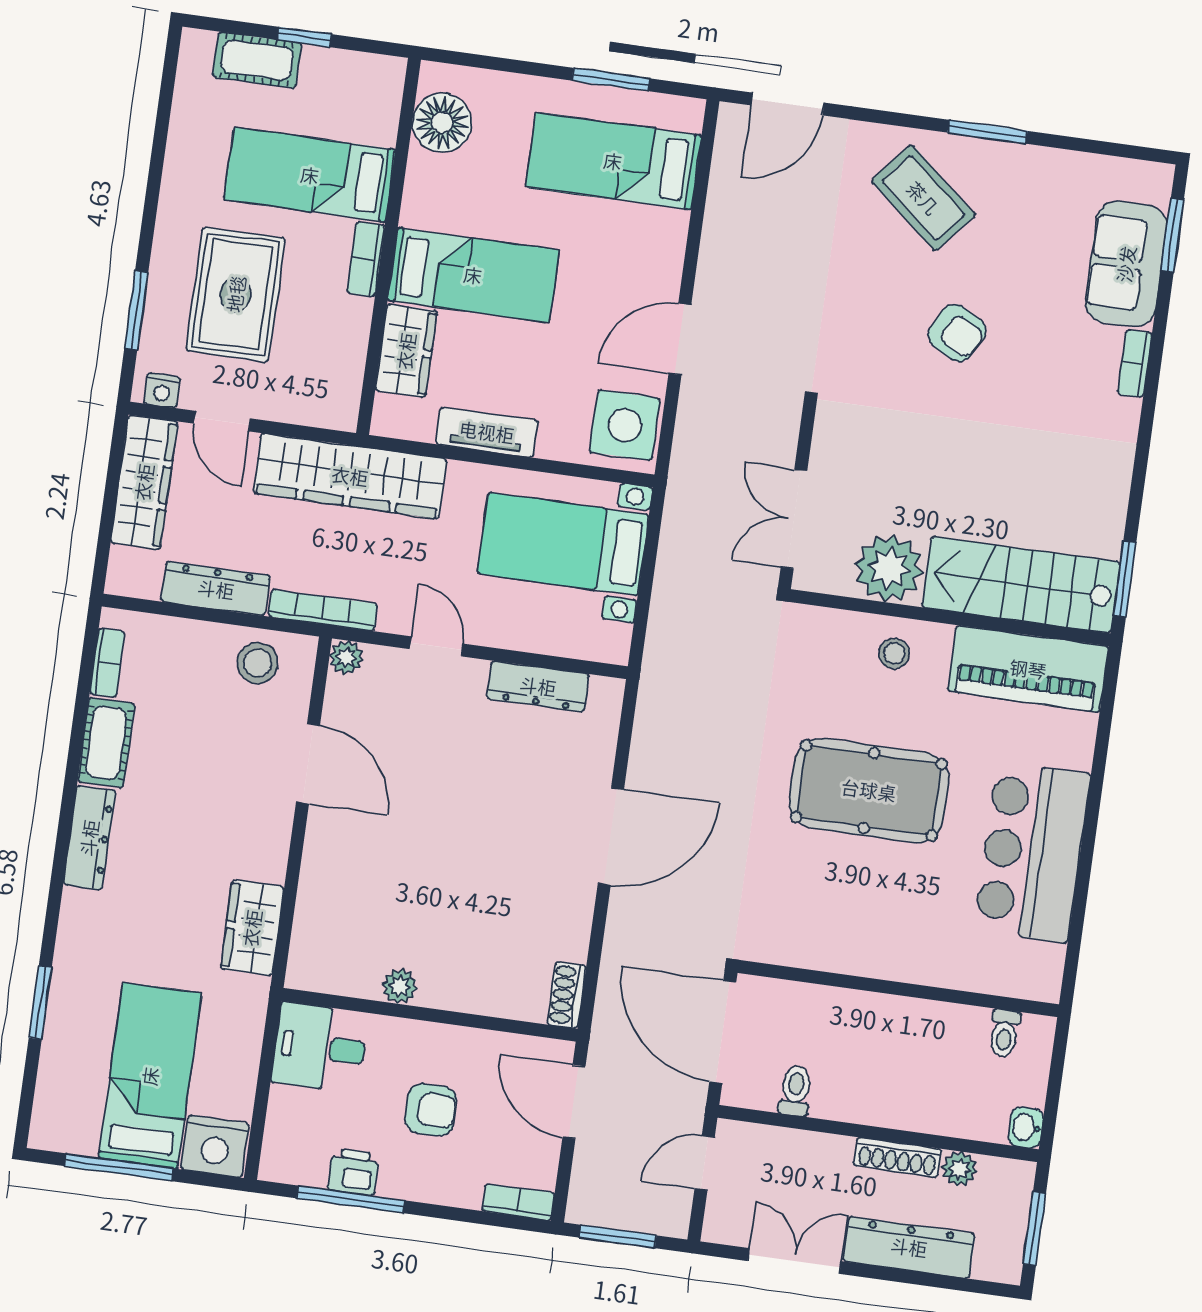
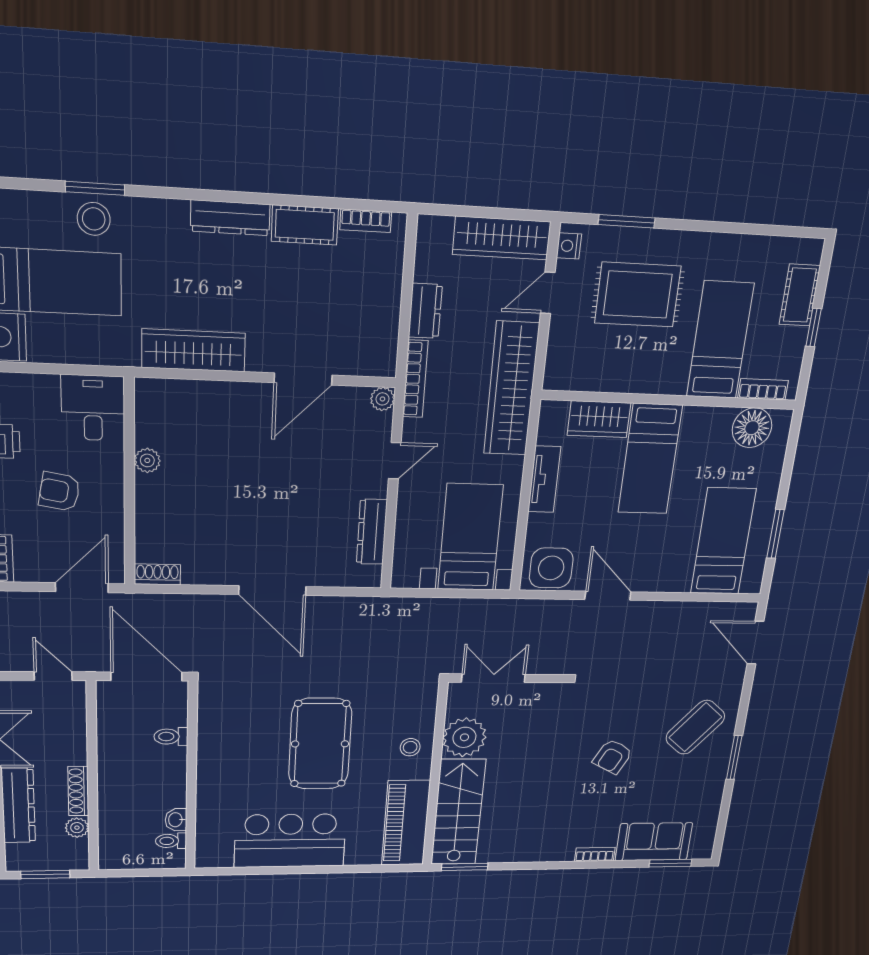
bookcase: (366, 259) -> (763, 389), moved
dresser: (216, 589) -> (425, 311), width x0.70
stool: (258, 663) -> (94, 219), moved
wardrobe: (252, 928) -> (194, 350), width x1.50
door: (723, 1032) -> (146, 676), hinge flipped
toilet: (795, 1091) -> (171, 737), moved, turned 180
armchair: (431, 1110) -> (59, 491), turned 100
washbasin: (1026, 1128) -> (176, 820), moved, turned -90

